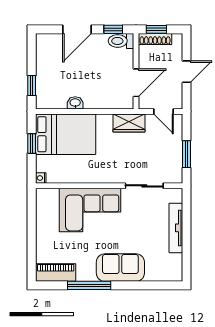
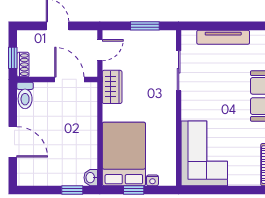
window: (113, 29) -> (13, 104), removed
shoe rack: (155, 39) -> (23, 65), width x0.70
washbasin: (75, 103) -> (91, 178), moved
nightstand: (41, 178) -> (152, 180), moved
corner sofa: (90, 210) -> (204, 153), moved

